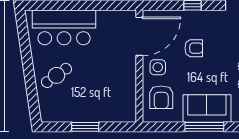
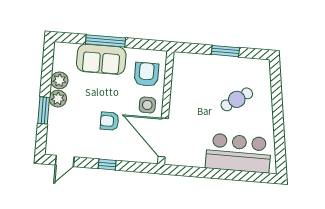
door: (139, 36) -> (163, 138), hinge flipped
cafe table: (56, 75) -> (237, 99), moved

